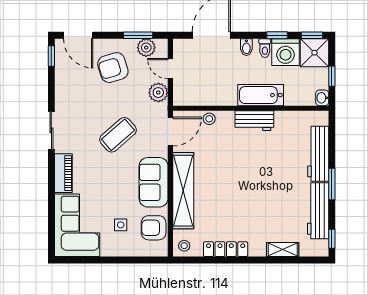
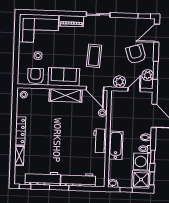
coffee table: (118, 135) -> (94, 56), turned 45
shelving: (183, 191) -> (66, 95), width x0.68
locker: (226, 249) -> (20, 131), moved

